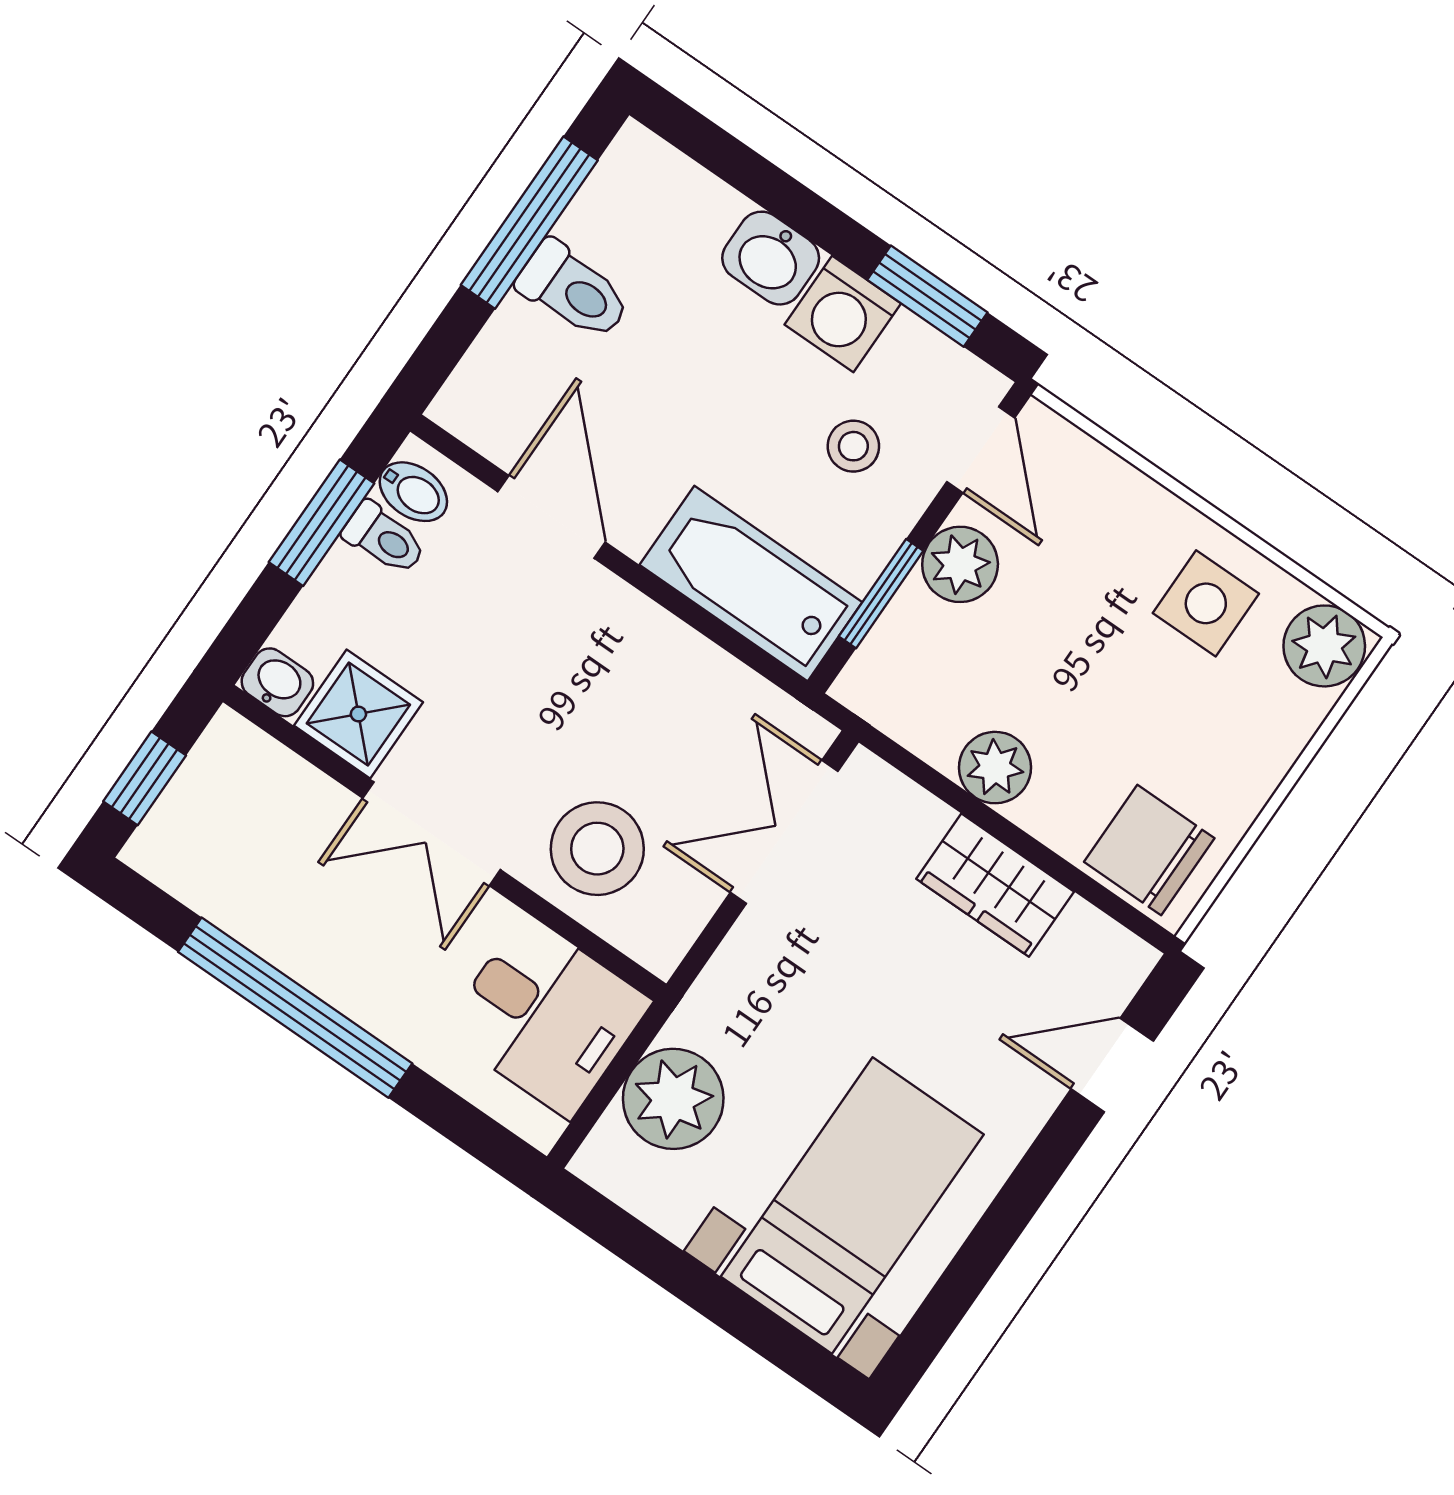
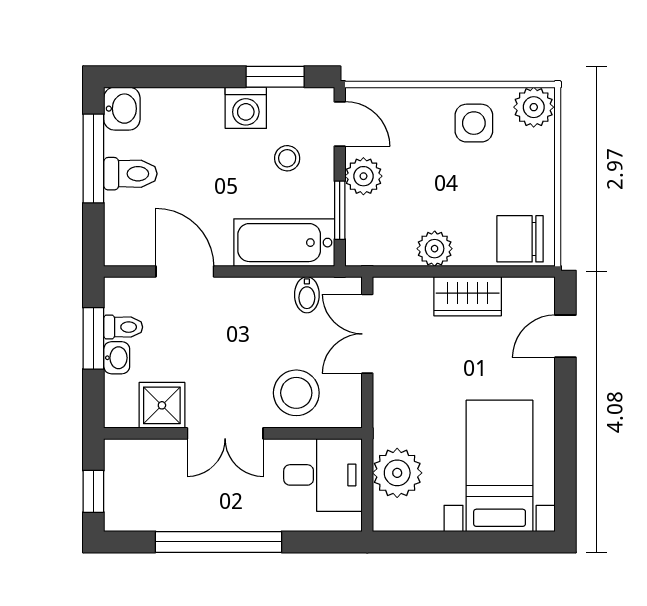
washbasin: (771, 258) -> (122, 109), moved, turned -90
bidet: (413, 492) -> (307, 295), moved, turned 90
washbasin: (277, 682) -> (117, 358), moved, turned 90

